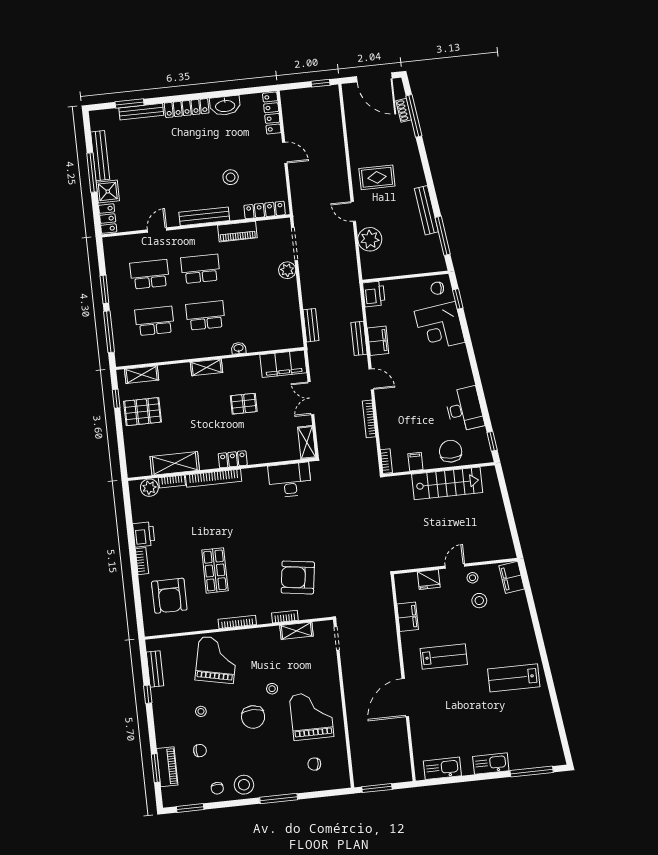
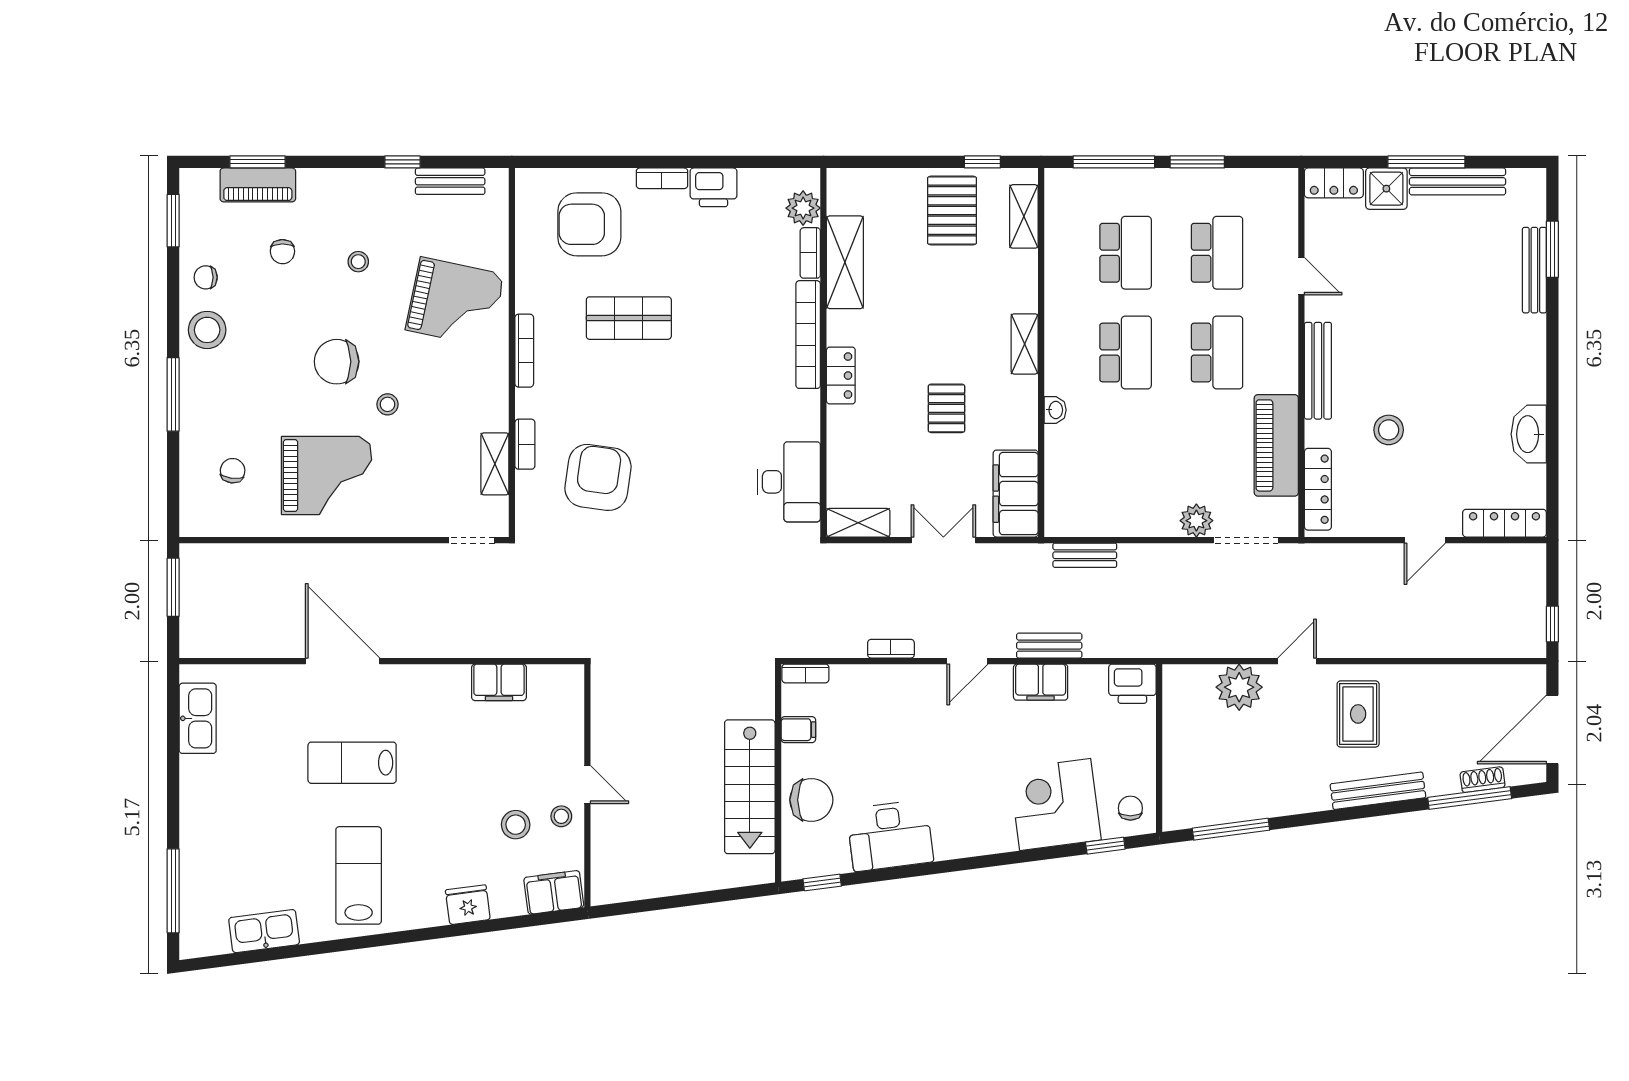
locker: (187, 108) -> (1532, 359), removed
bench: (426, 210) -> (1378, 791), moved
piano: (237, 232) -> (1276, 445), width x1.37, depth x1.33
bookcase: (369, 419) -> (891, 649), width x0.64
fridge: (429, 580) -> (468, 905), moved, turned 83
lab bench: (444, 656) -> (352, 763), moved, turned 90
kitchen sink: (491, 764) -> (264, 931), moved, turned -97

